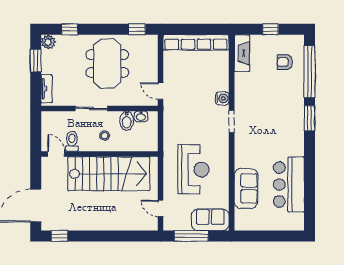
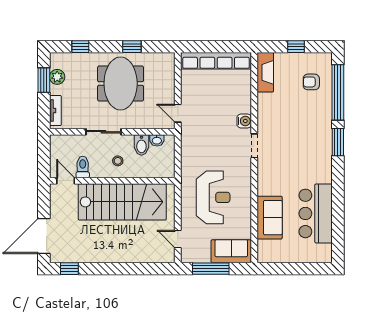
window: (137, 29) -> (132, 47), moved
plant: (48, 42) -> (57, 77), moved

